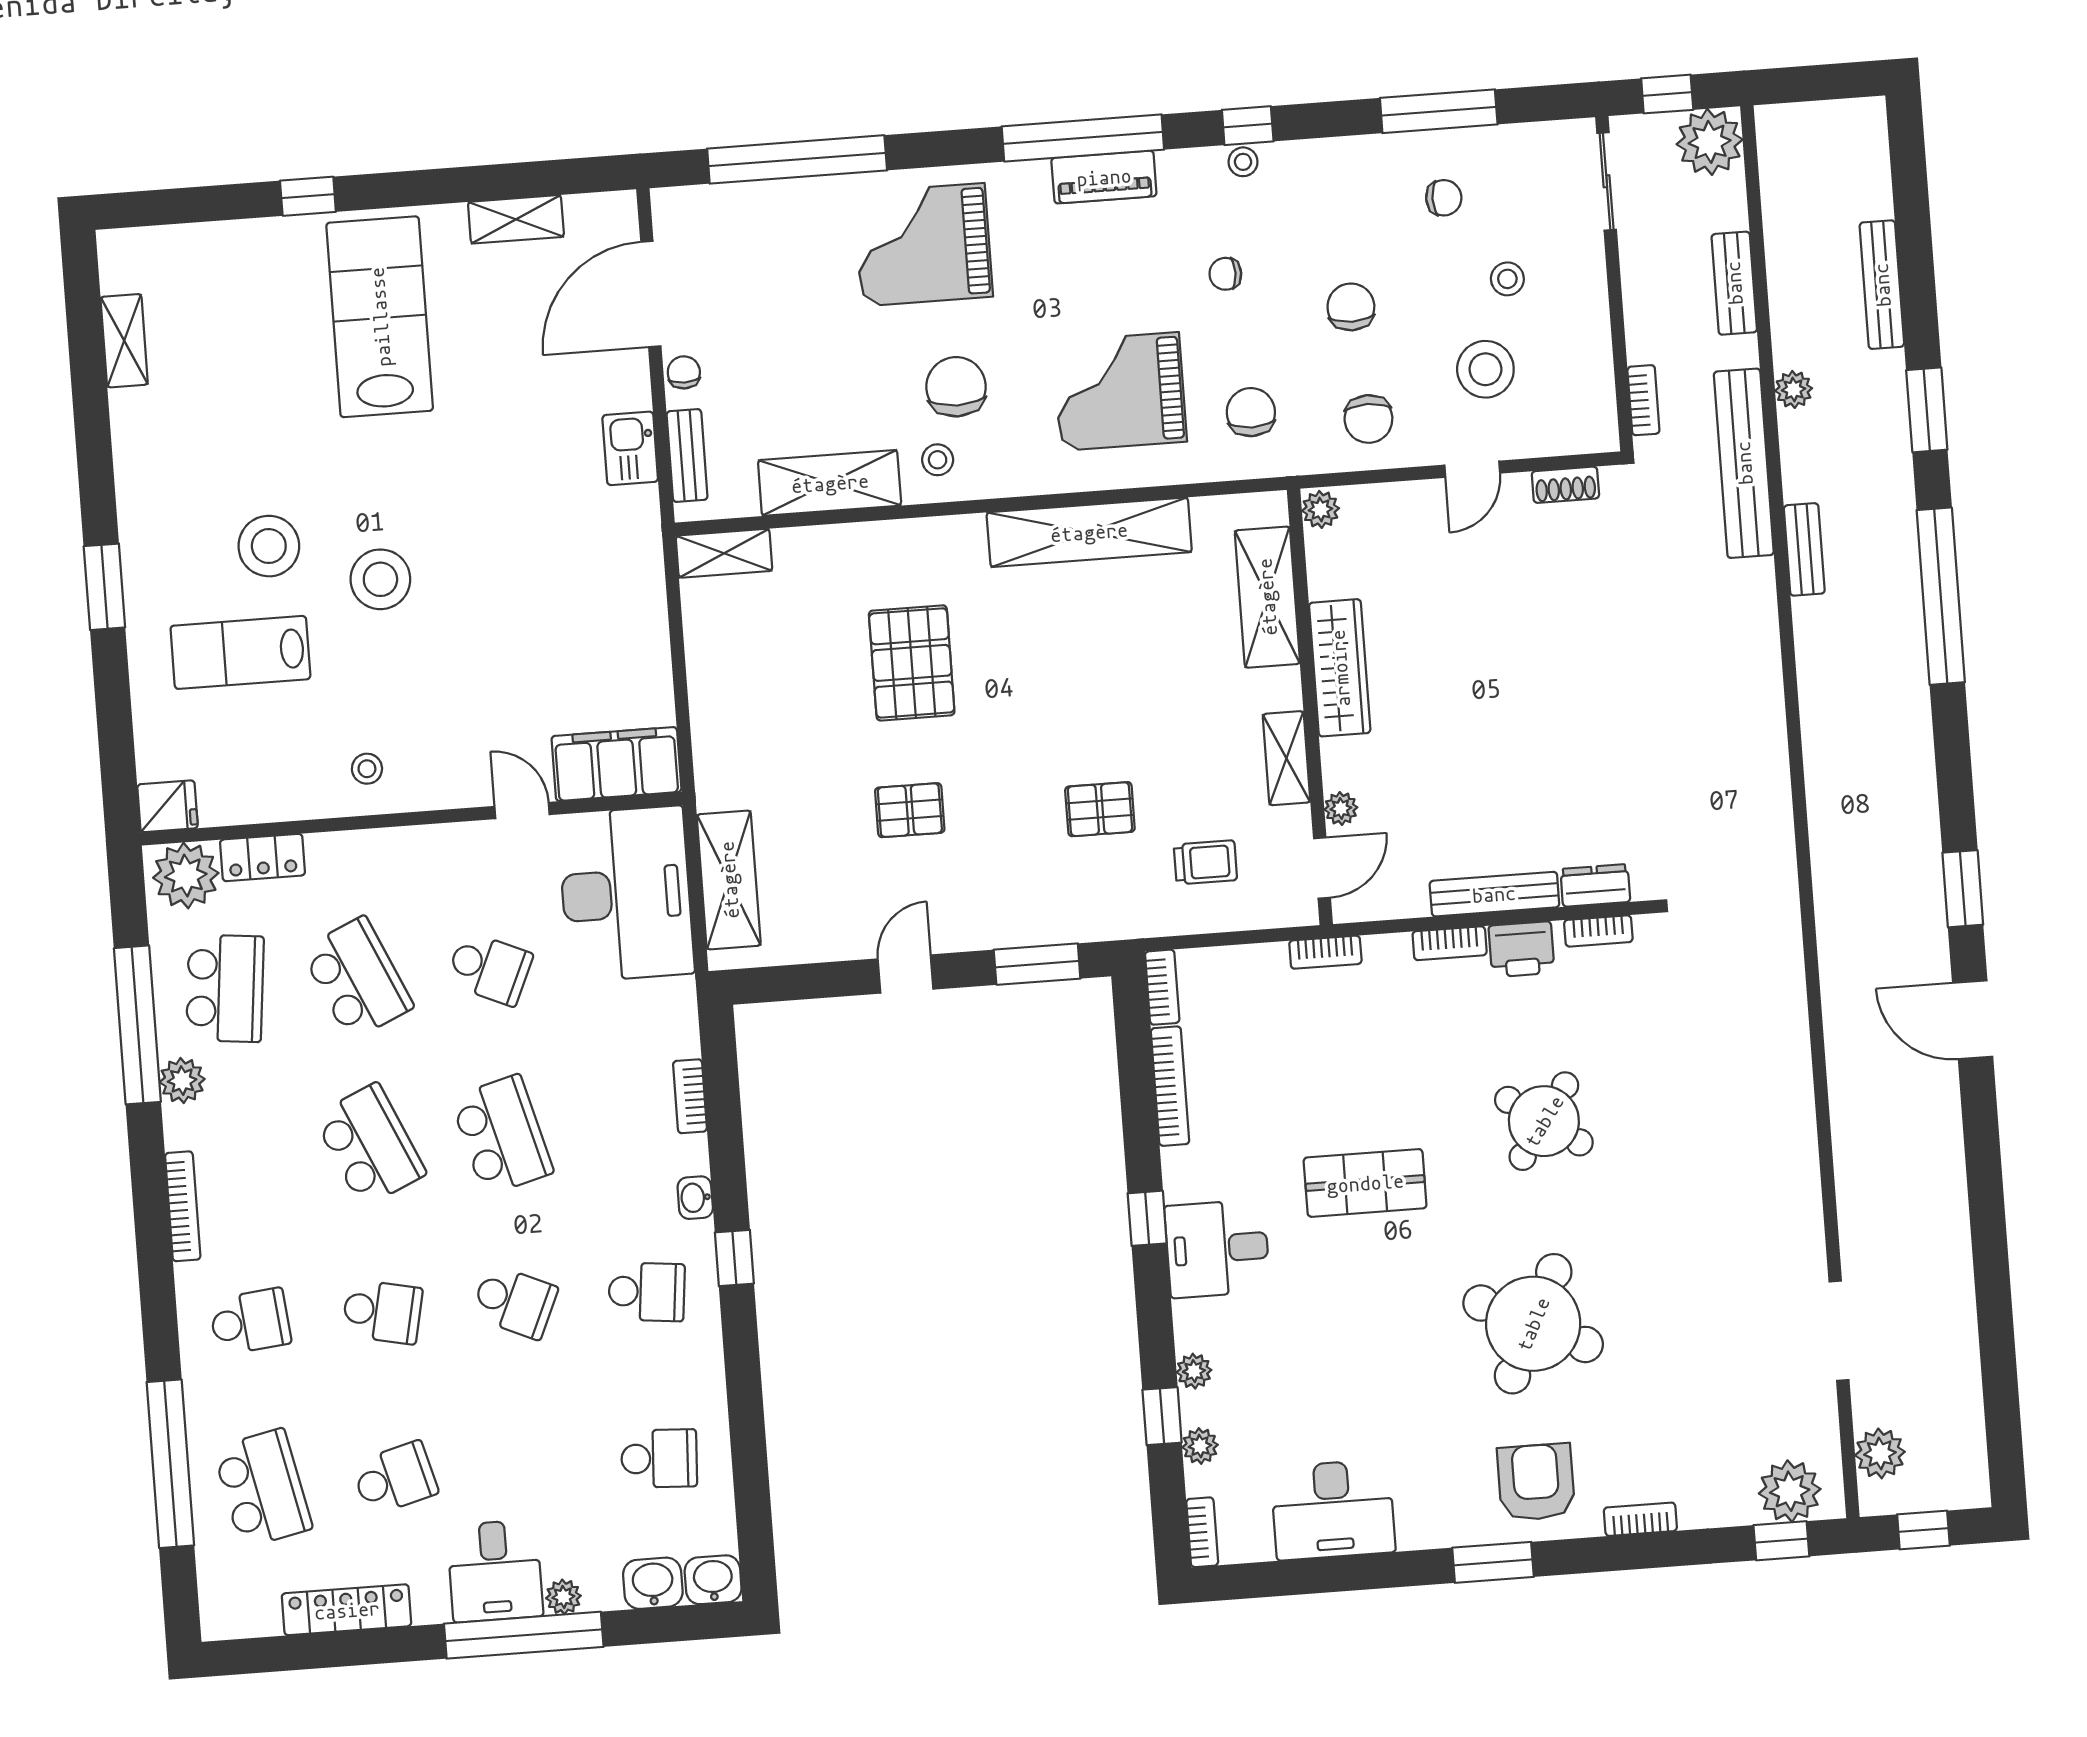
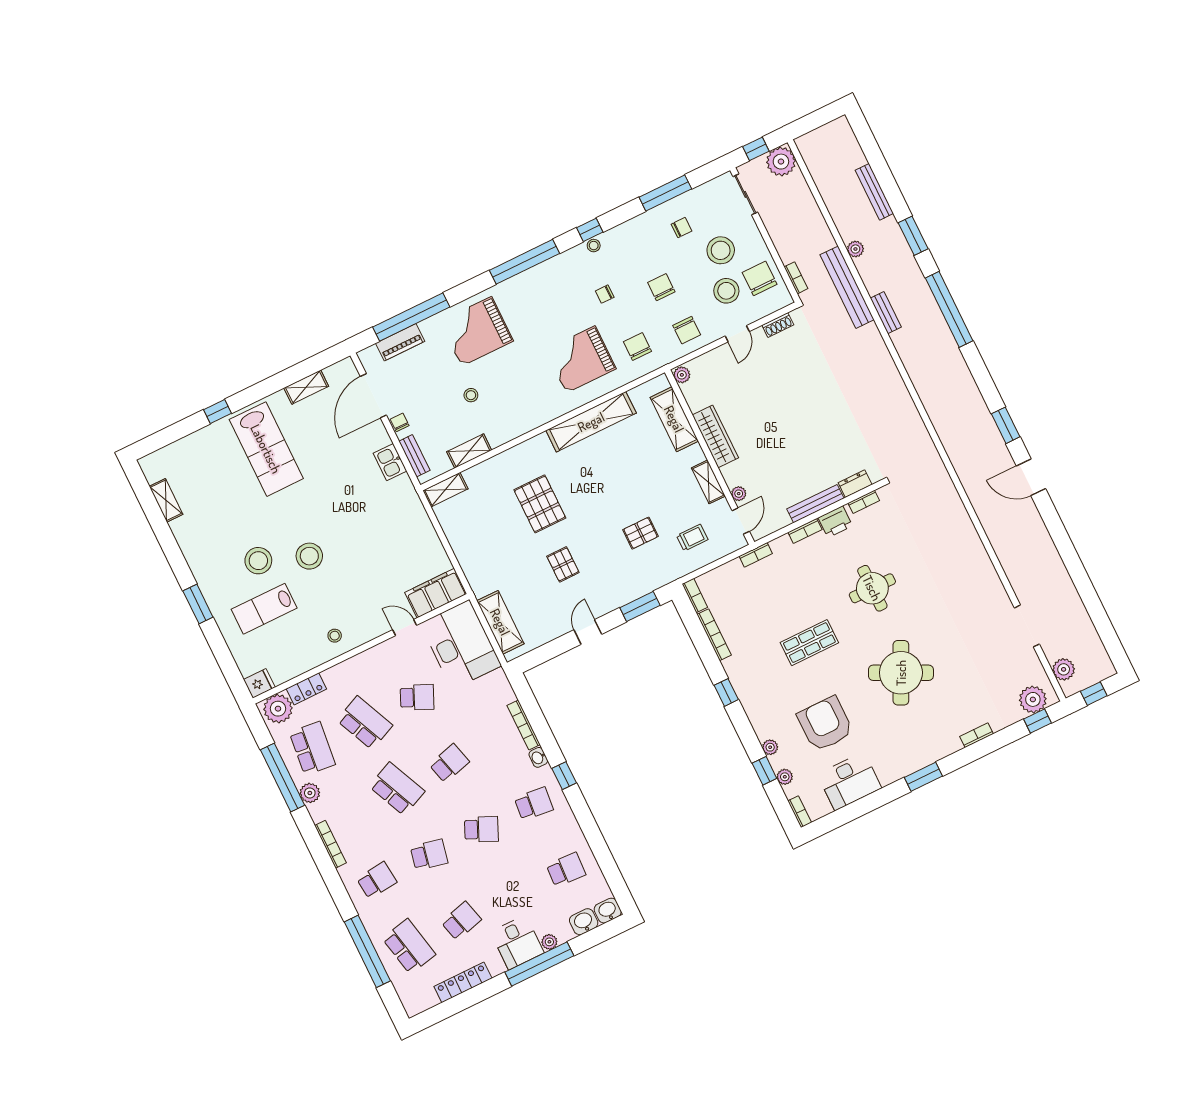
piano: (1104, 177) -> (400, 342), moved
stool: (1507, 279) -> (721, 250), width x1.89, depth x1.89
bench: (1734, 283) -> (814, 215), removed
lab bench: (380, 317) -> (266, 449), turned 180
chair: (956, 387) -> (760, 278), moved
stool: (938, 460) -> (471, 395), moved
shelving: (830, 483) -> (469, 451), width x0.67, depth x0.75
pallet: (910, 810) -> (563, 564), turned 90
bookcase: (690, 1096) -> (524, 725), width x1.56
round table: (1544, 1121) -> (872, 588), turned -35
school desk: (502, 1135) -> (449, 763), width x0.54
desk: (1217, 1249) -> (760, 693), removed
armchair: (1536, 1482) -> (825, 724), moved, width x1.36, depth x1.36

